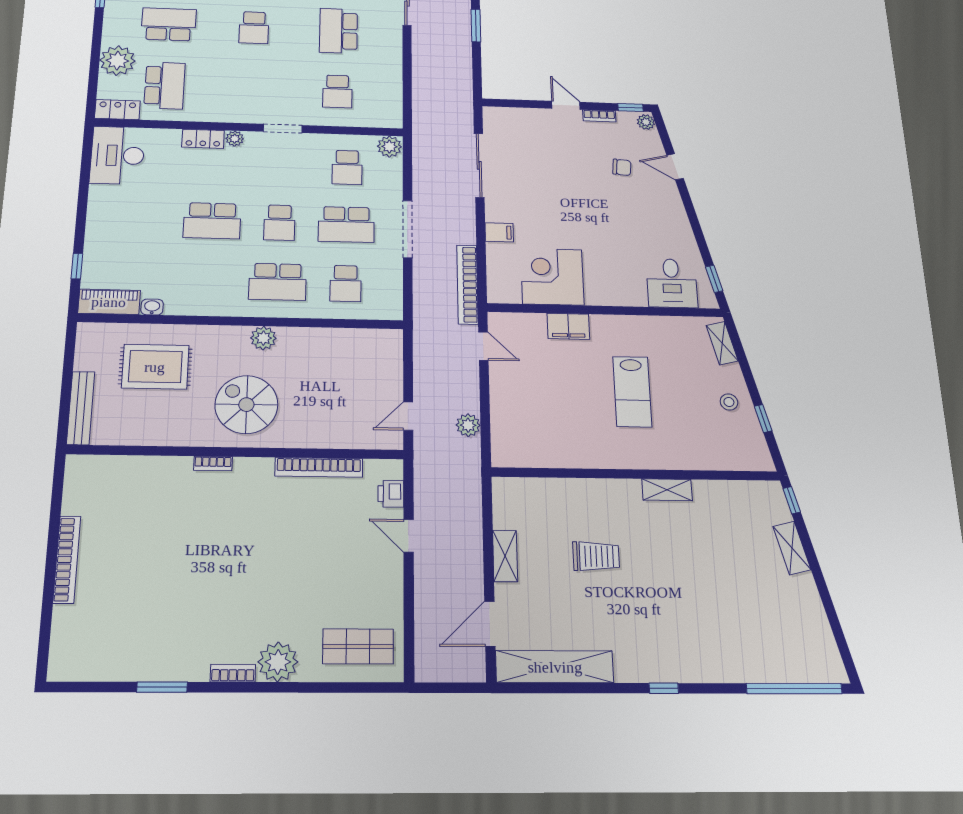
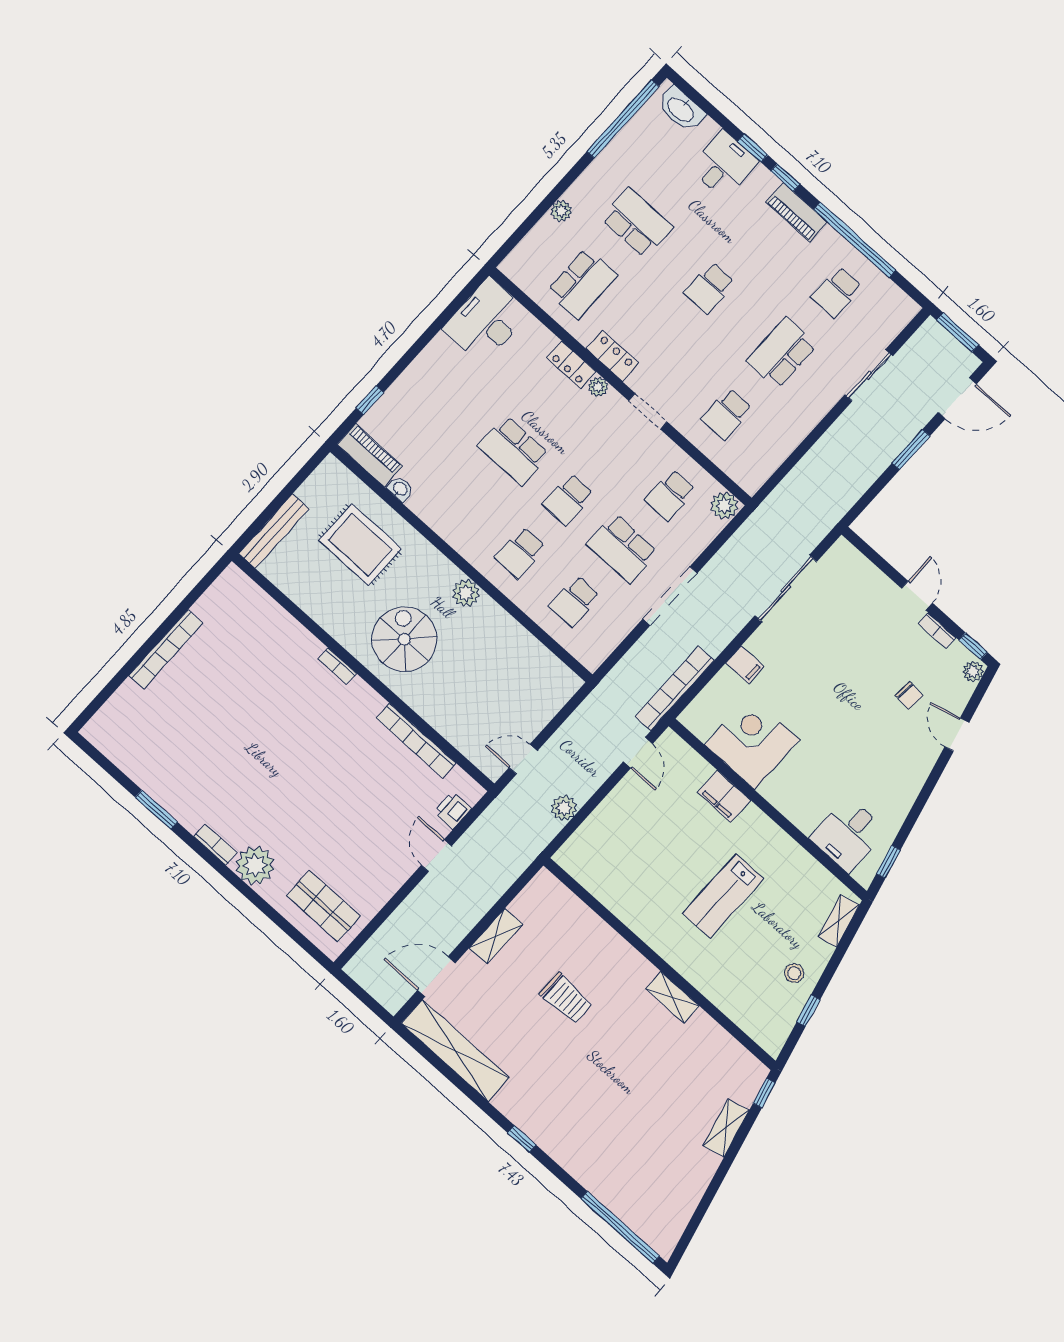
plant: (117, 61) -> (561, 211), width x0.53, depth x0.53
locker: (117, 110) -> (612, 356), moved
school desk: (278, 282) -> (520, 553), width x0.54

